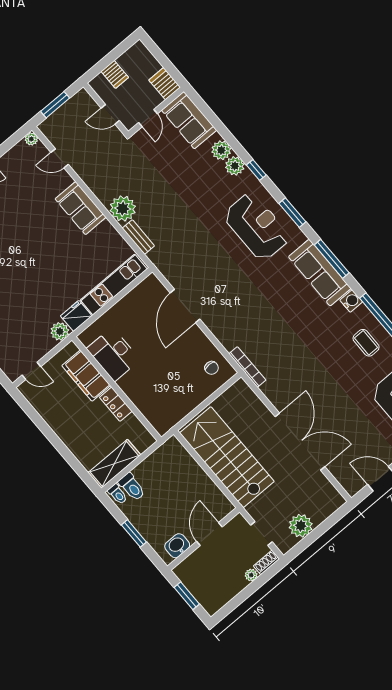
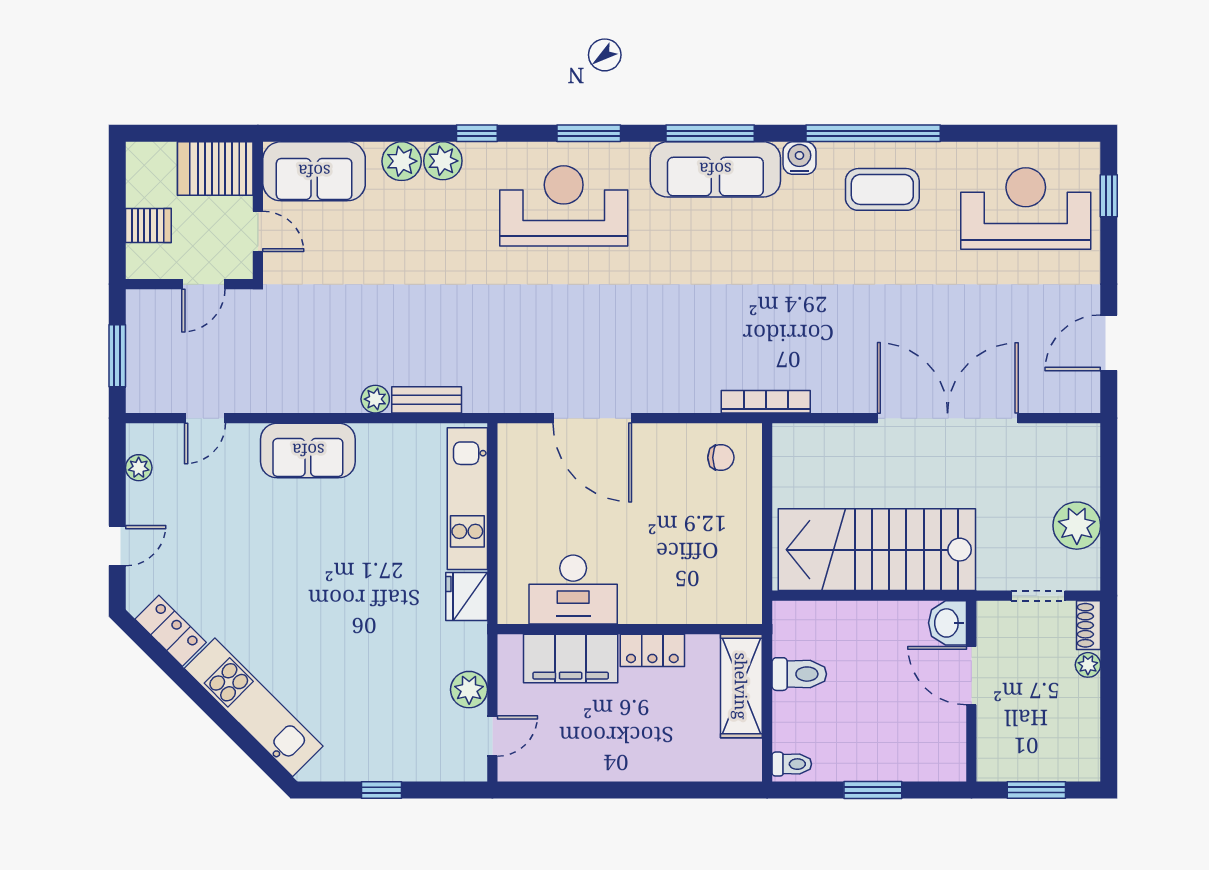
server rack: (165, 84) -> (215, 169), width x1.36, depth x1.44
plant: (31, 139) -> (139, 468), moved
plant: (123, 209) -> (375, 399), width x0.53, depth x0.53
plant: (60, 331) -> (469, 690), moved
coffee table: (366, 343) -> (882, 189), width x1.36, depth x1.30
shelving: (114, 464) -> (741, 686), moved
toilet: (132, 487) -> (799, 674), moved
washbasin: (177, 546) -> (948, 623), moved

